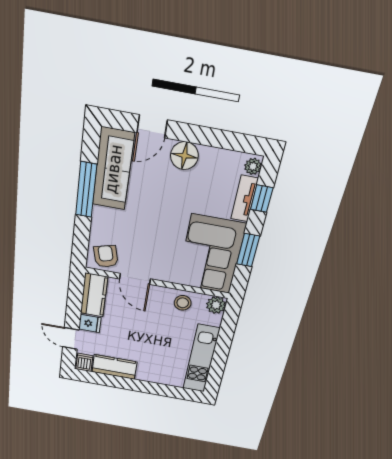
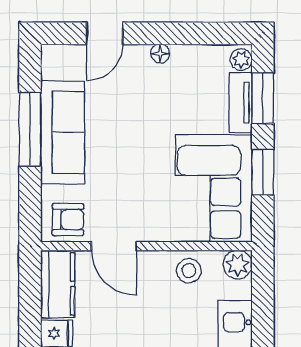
floor lamp: (184, 156) -> (160, 53), width x0.53, depth x0.53
sofa: (113, 169) -> (63, 133), moved
window: (262, 199) -> (263, 98), width x1.50
armchair: (106, 256) -> (68, 220), turned 105

